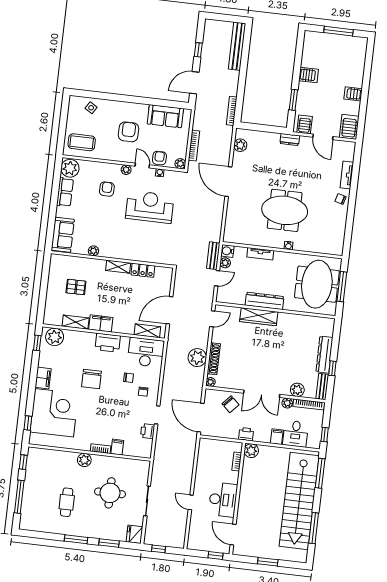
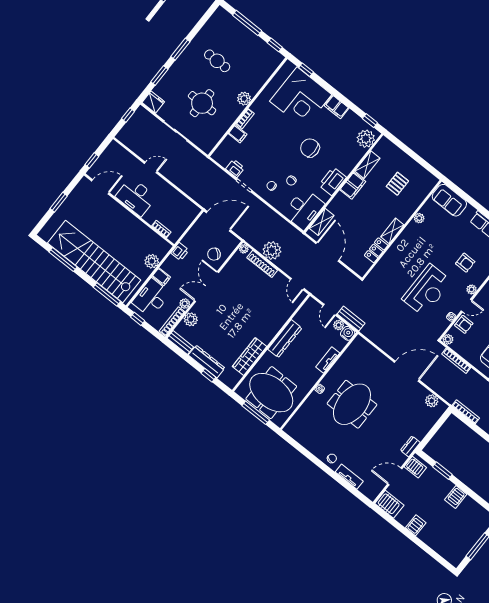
wardrobe: (259, 317) -> (250, 357), moved
window: (332, 368) -> (208, 375), moved
desk: (296, 434) -> (151, 298), width x1.37
plant: (251, 451) -> (152, 261), moved

